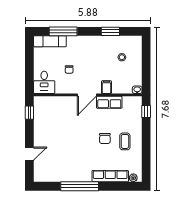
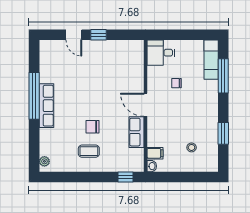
filing cabinet: (106, 87) -> (155, 153), moved
window: (29, 113) -> (99, 35), moved
row of seats: (110, 176) -> (46, 106), moved

